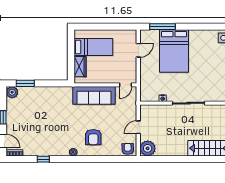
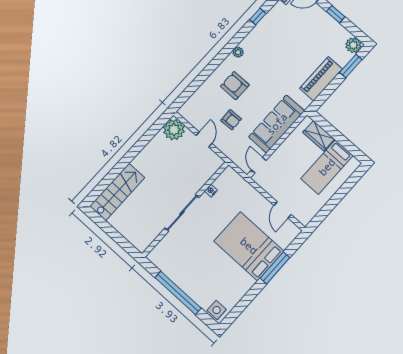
window: (162, 27) -> (275, 268), moved
piano: (47, 93) -> (321, 79), added
armchair: (128, 149) -> (231, 120), moved

